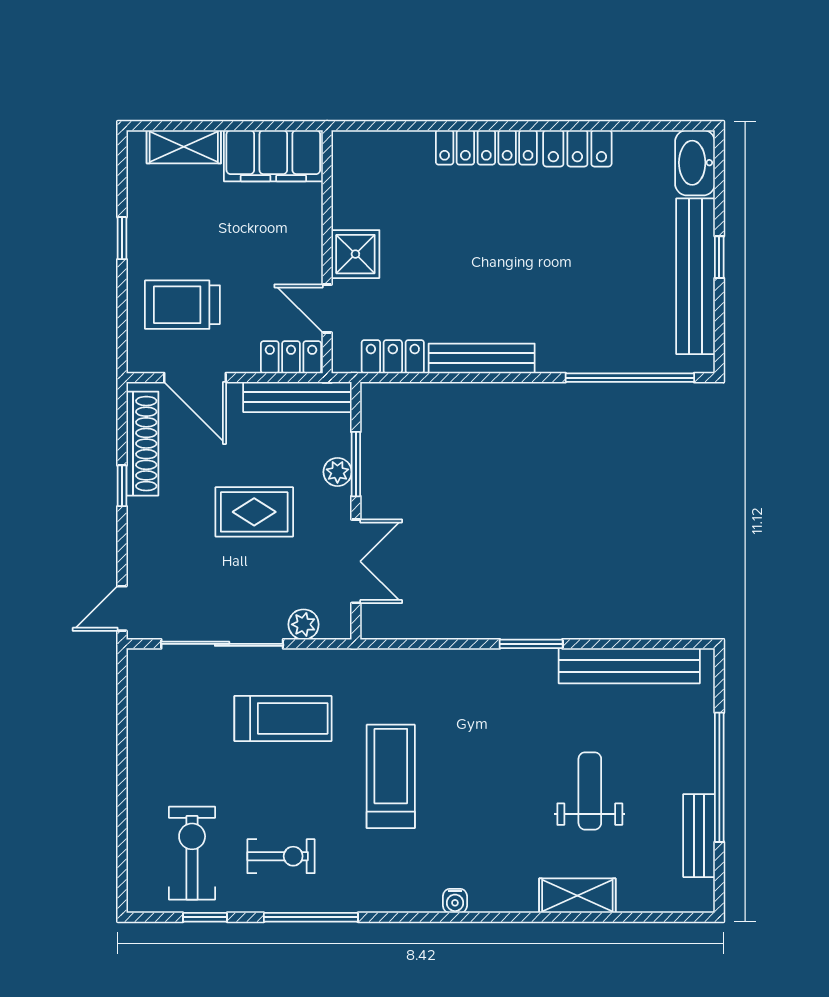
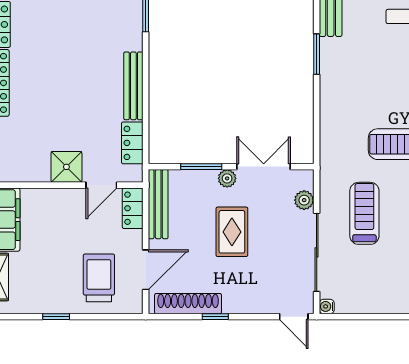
trolley: (182, 305) -> (99, 278), turned 180
plant: (337, 472) -> (227, 178), moved
water cooler: (138, 660) -> (327, 306), added

